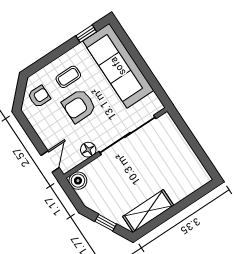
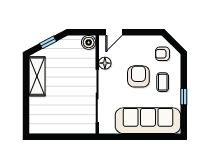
window: (86, 34) -> (184, 97), moved
armchair: (39, 96) -> (162, 54), turned 90
door: (50, 161) -> (114, 32), hinge flipped

